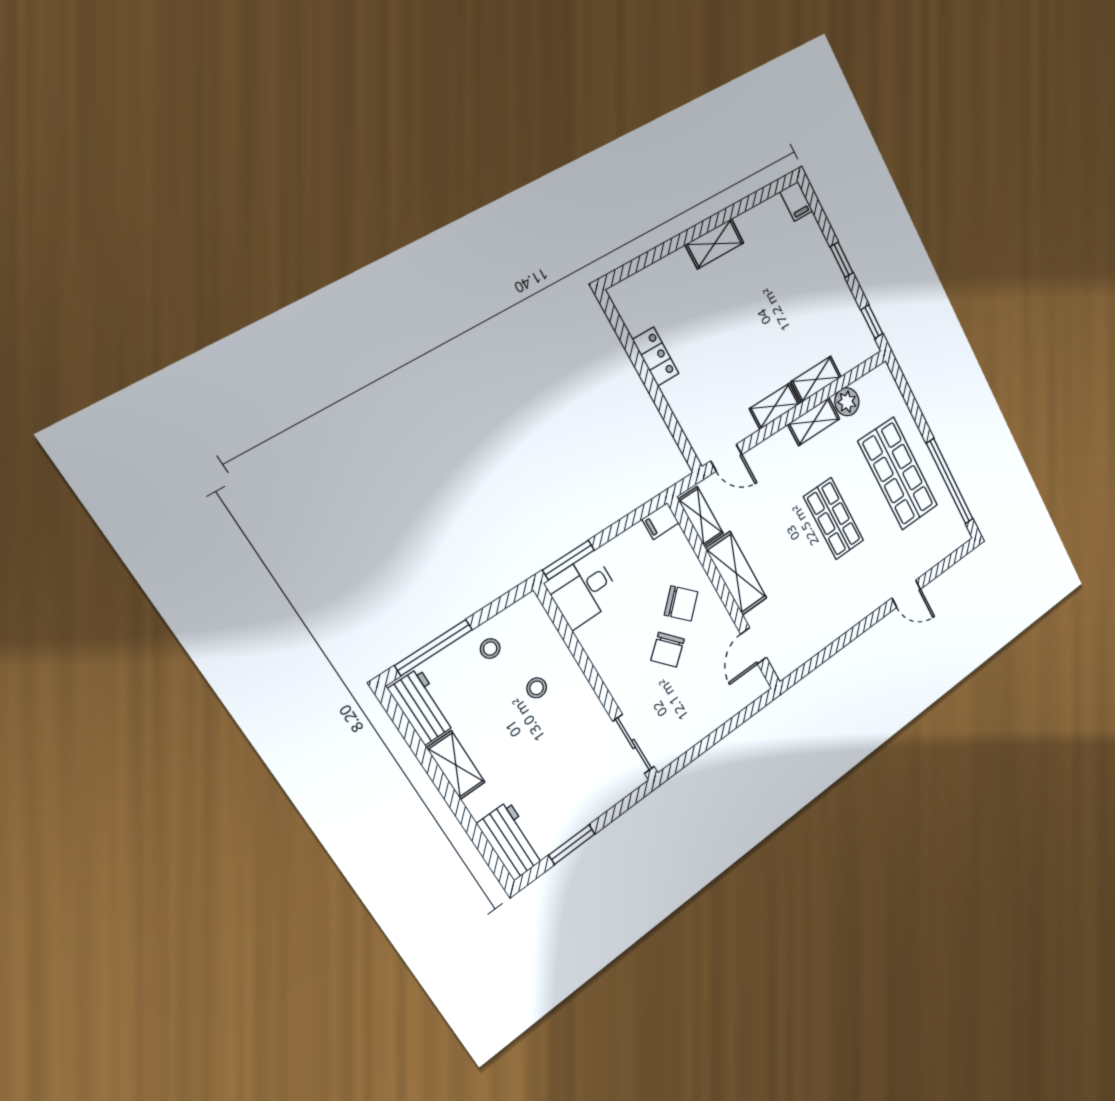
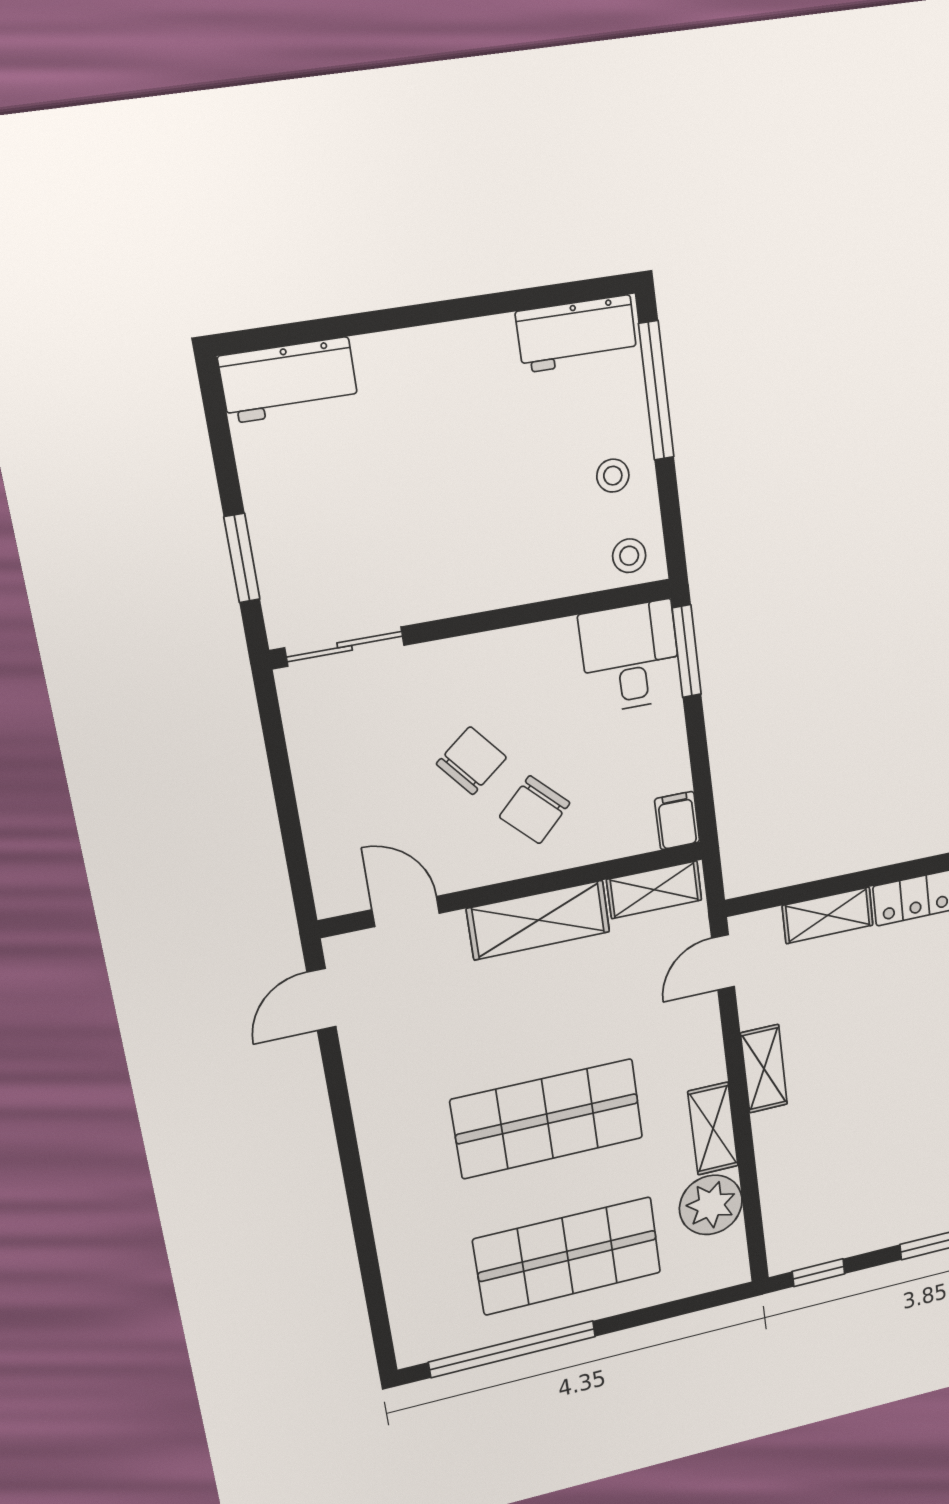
shelving: (816, 379) -> (828, 915), moved, turned 90
plant: (847, 402) -> (711, 1205), width x1.36, depth x1.36
shop shelf: (834, 519) -> (547, 1119), width x1.43, depth x1.36
door: (906, 594) -> (321, 999), moved
chair: (668, 650) -> (472, 761), turned 93
stool: (537, 688) -> (629, 556), moved
shelving: (456, 765) -> (460, 346), removed
window: (572, 845) -> (242, 558), moved

